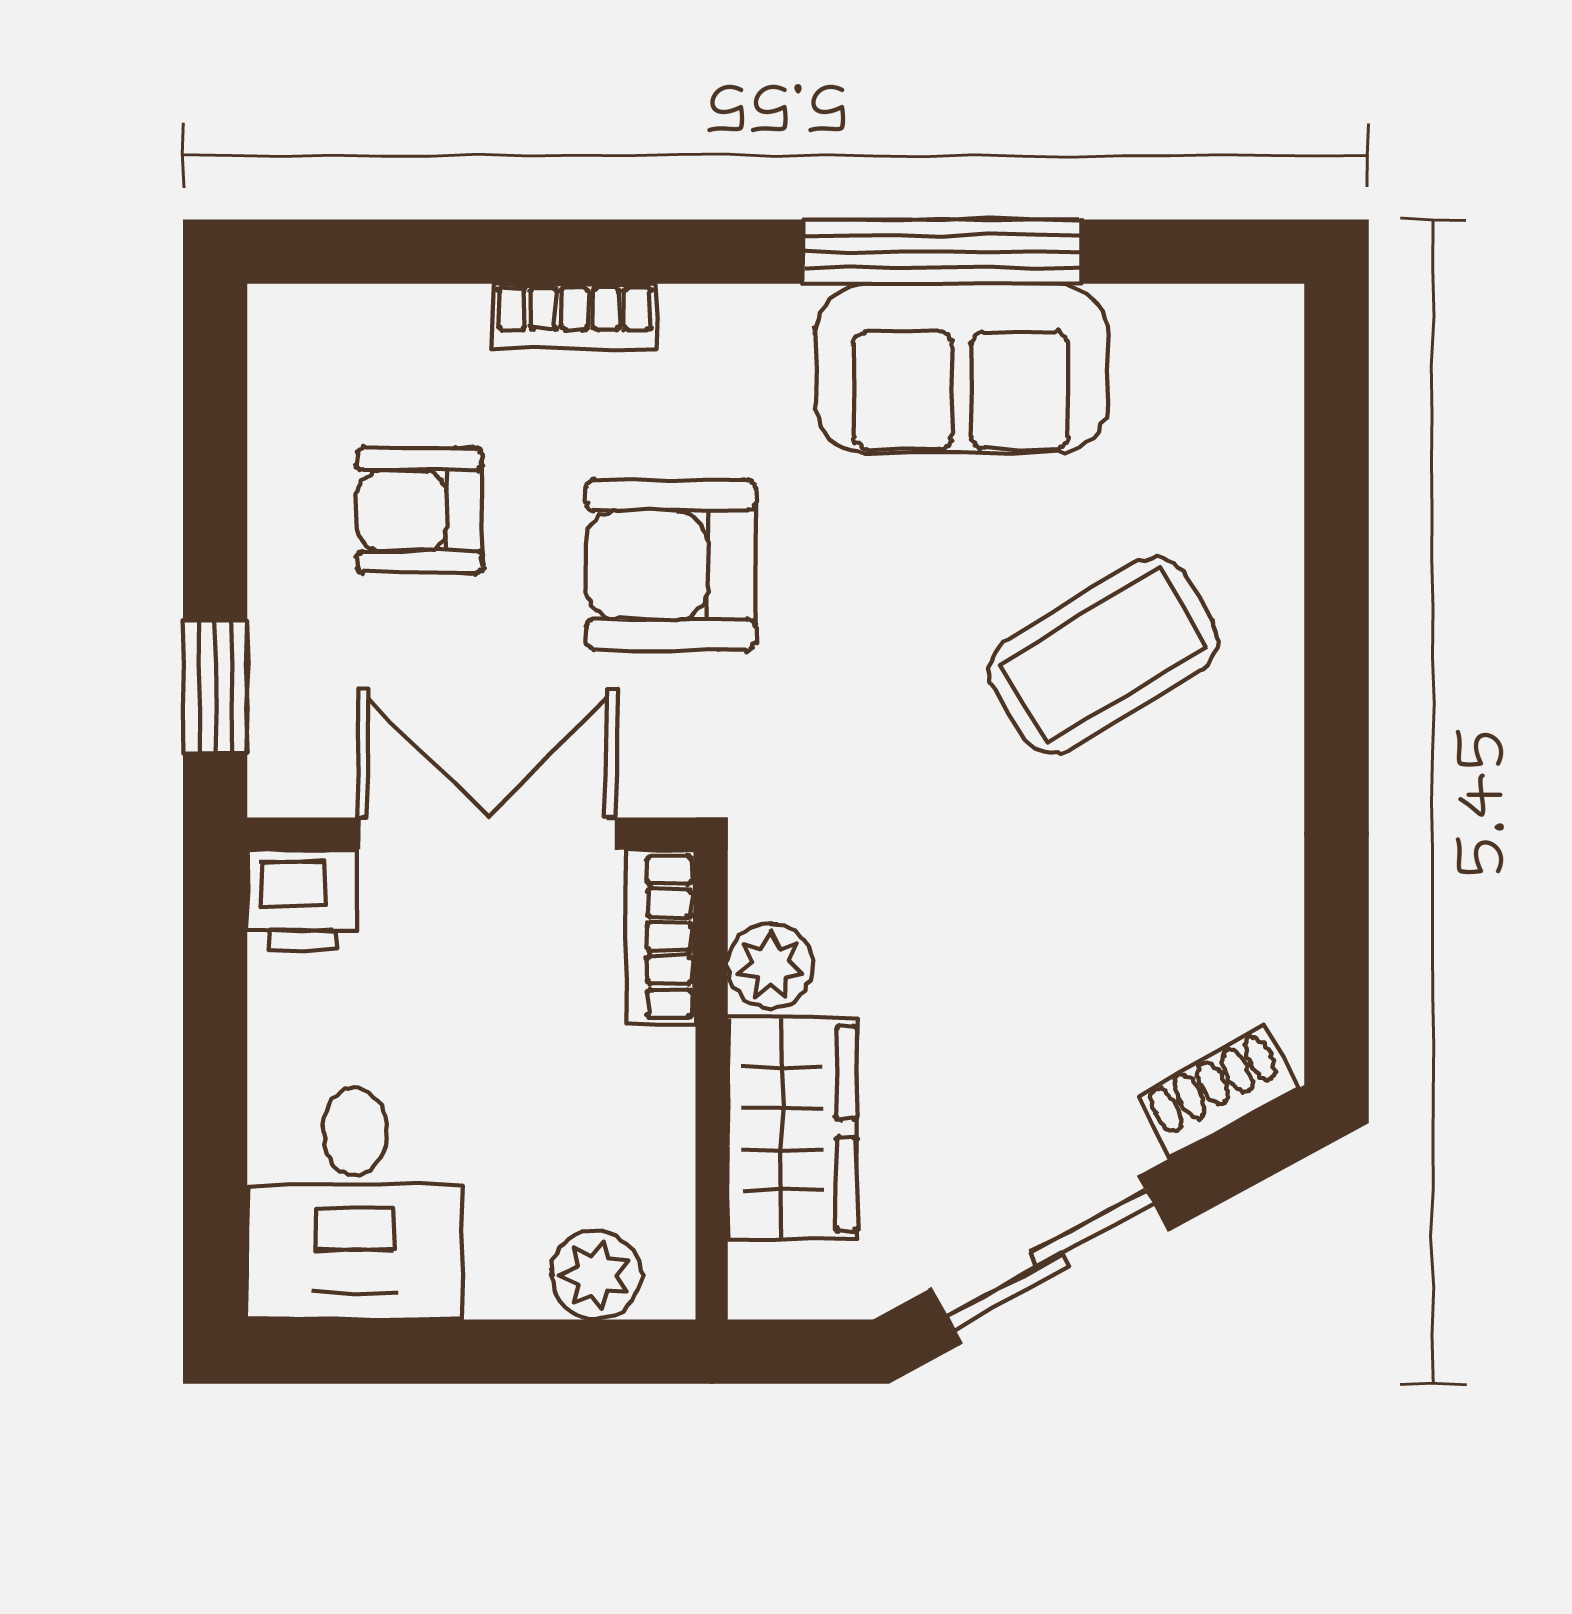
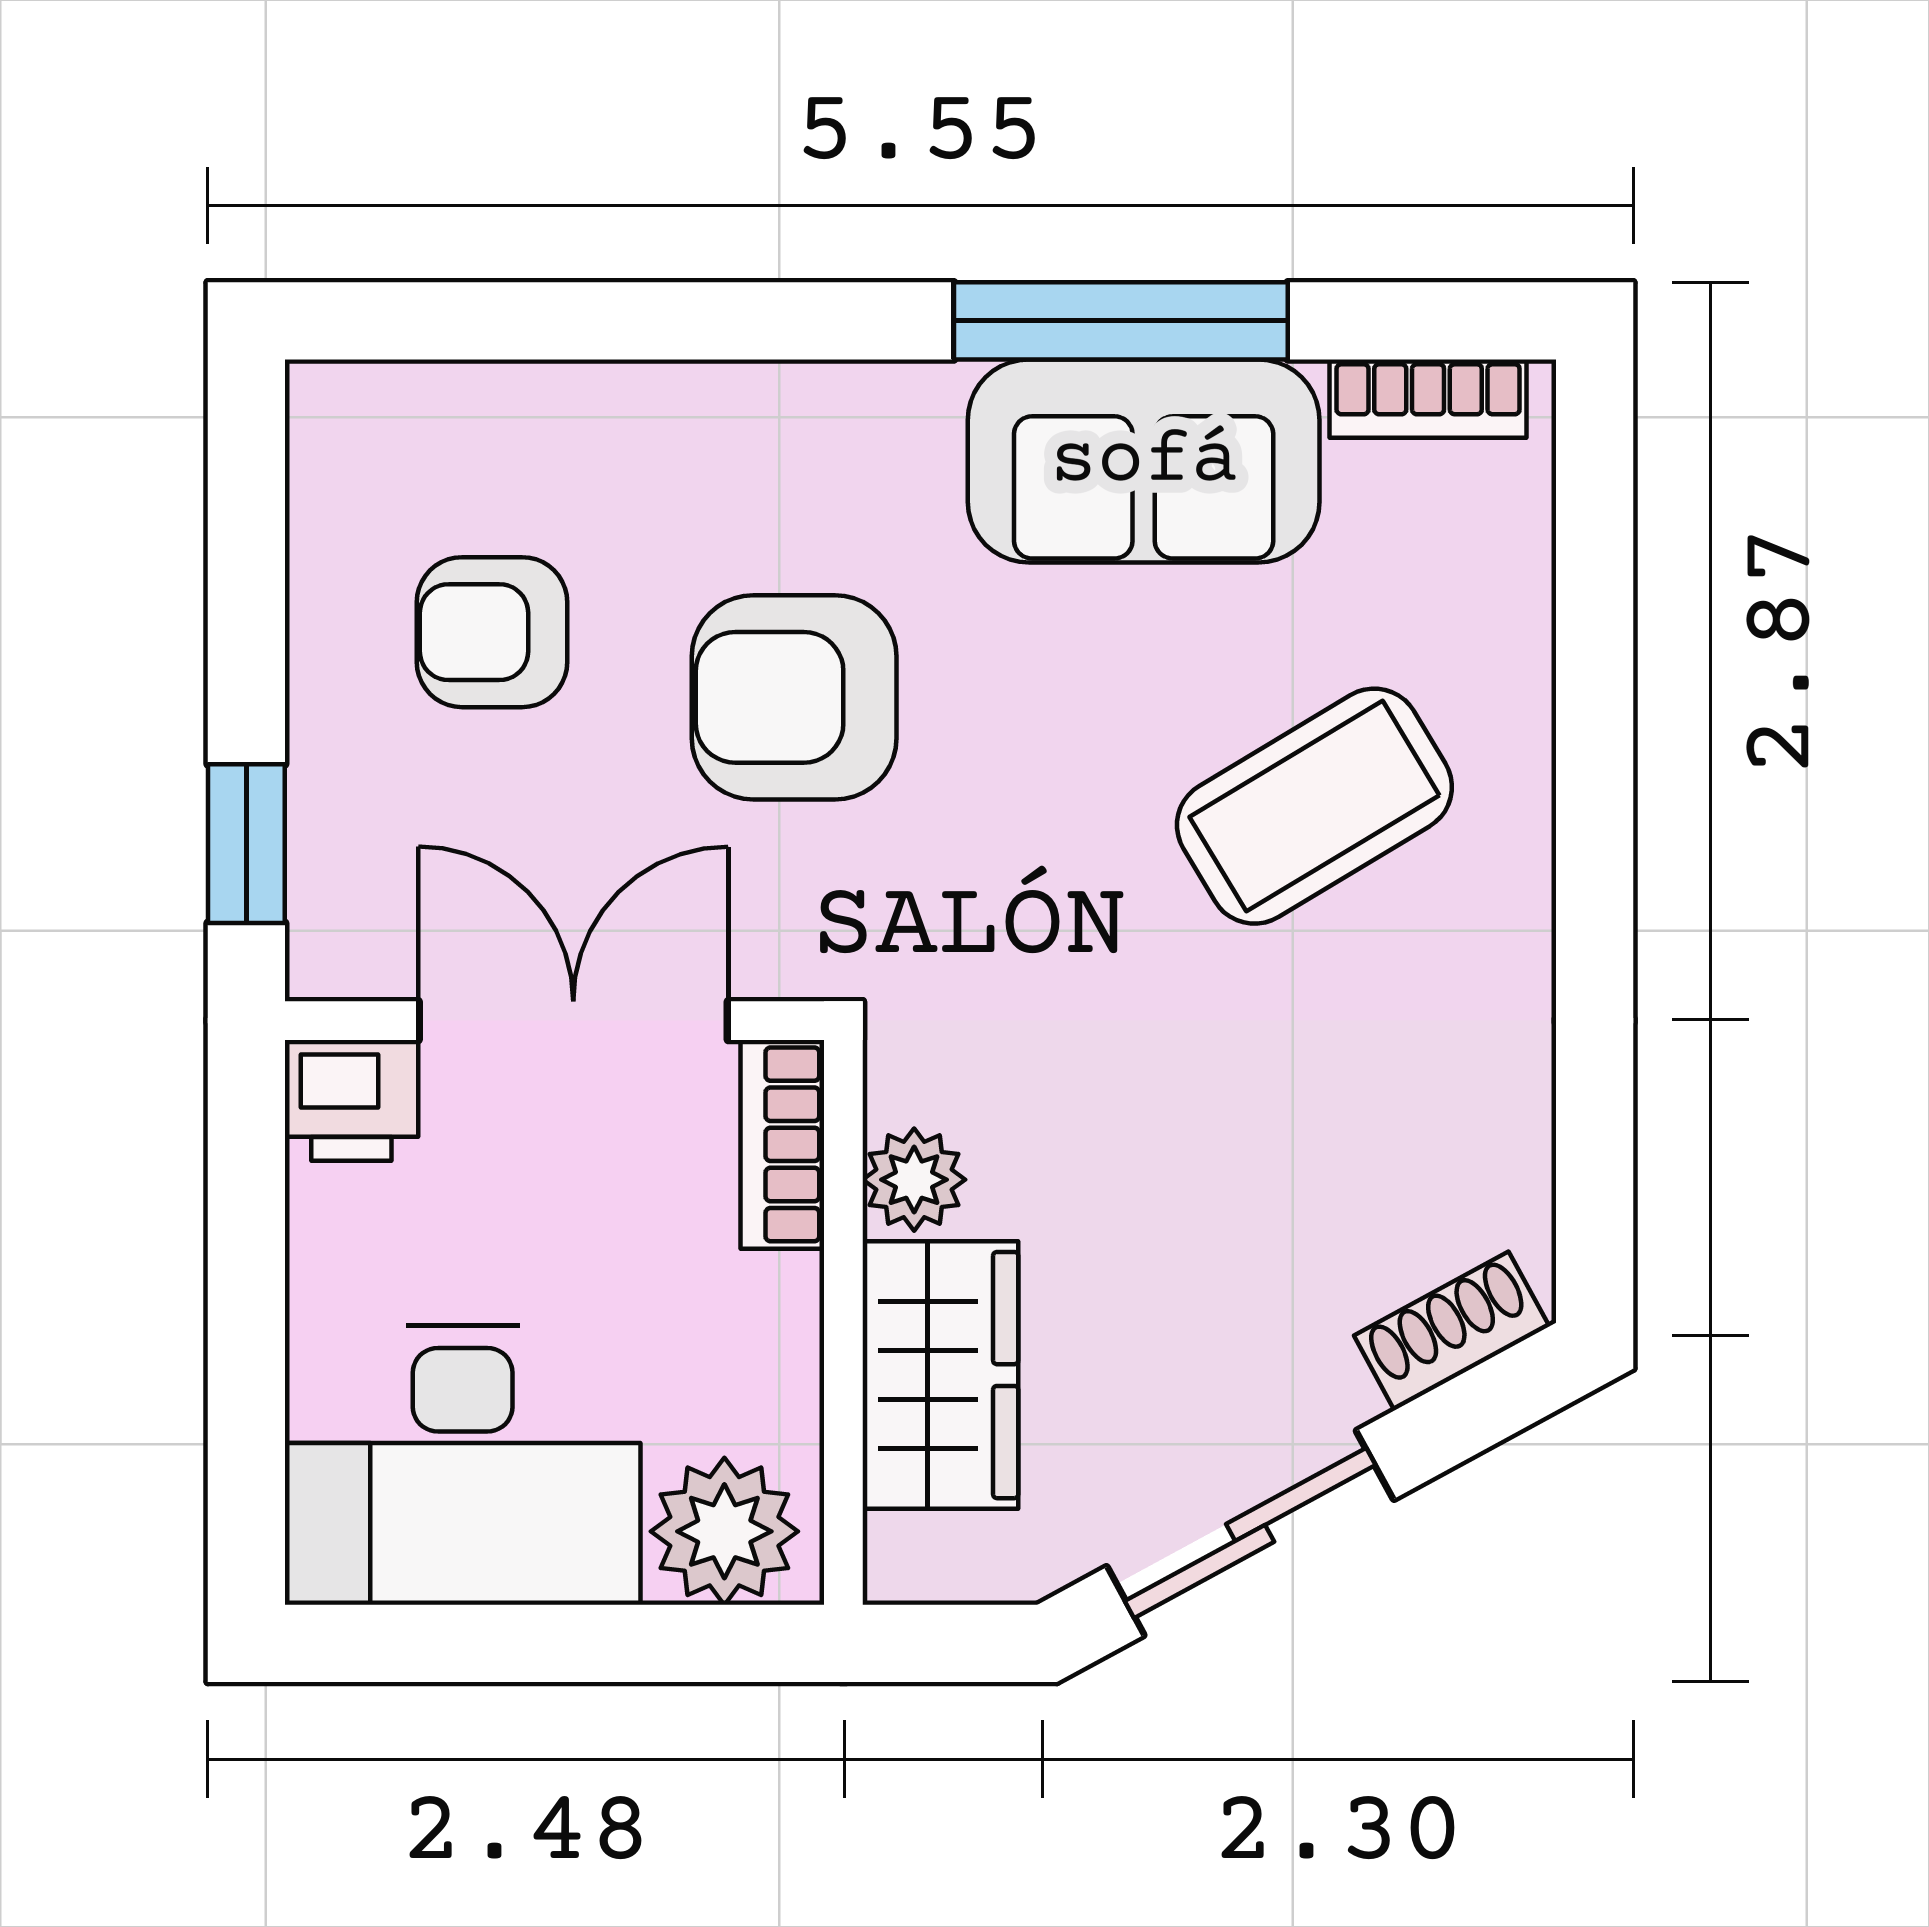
bookcase: (575, 316) -> (1428, 399), moved
desk: (355, 1203) -> (463, 1465), width x1.37
plant: (596, 1275) -> (724, 1531), width x1.38, depth x1.38

